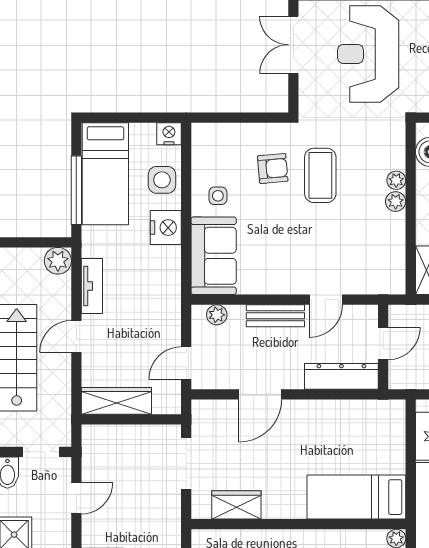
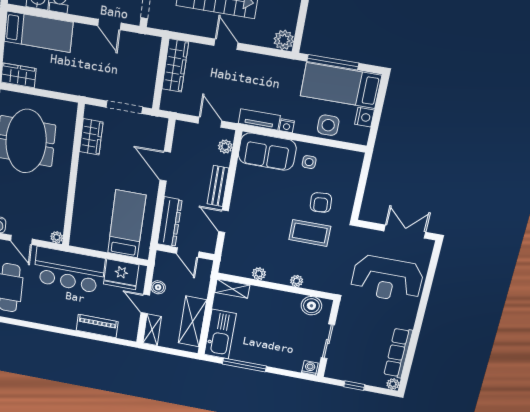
reception desk: (368, 54) -> (387, 279), turned 180
nightstand: (169, 134) -> (364, 117), moved
plant: (396, 202) -> (259, 274), moved
nightstand: (166, 228) -> (287, 126), width x0.53, depth x0.56
tv unit: (92, 286) -> (259, 119), moved, turned 180
door: (186, 363) -> (210, 122), moved
bed: (356, 497) -> (127, 224), moved

